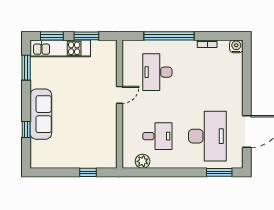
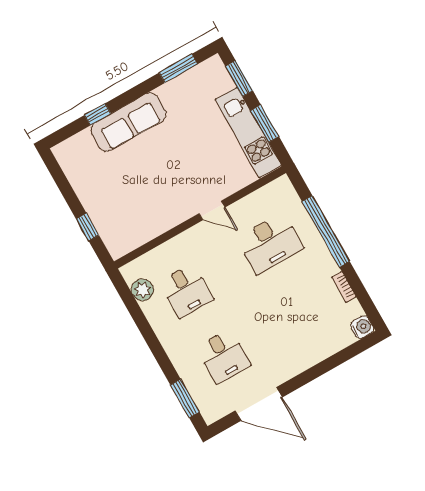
kitchen unit: (60, 48) -> (248, 132), moved
desk: (157, 72) -> (270, 243), turned 180
desk: (207, 136) -> (223, 356), width x0.53, depth x0.77

